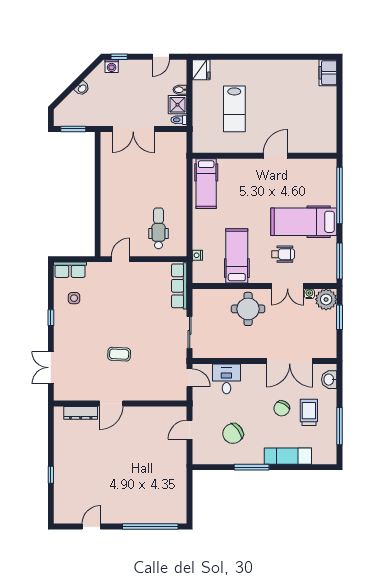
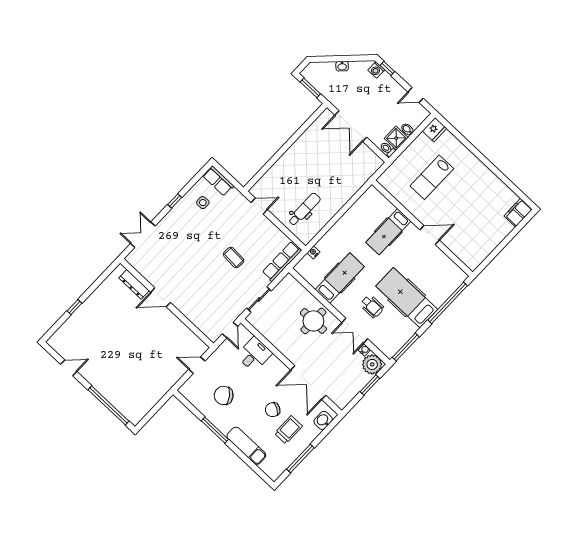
hospital bed: (206, 184) -> (388, 232), moved
coffee table: (119, 354) -> (234, 257), moved

